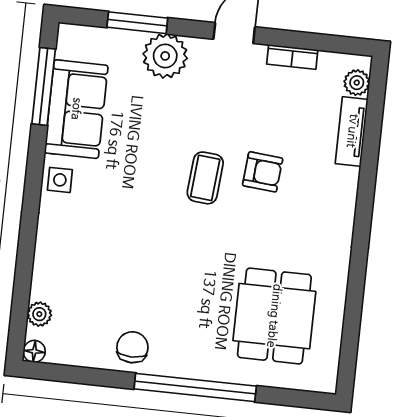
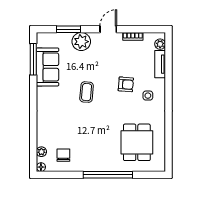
coffee table: (205, 178) -> (87, 92), moved
side table: (60, 180) -> (148, 96), moved
chair: (132, 347) -> (63, 155), moved

